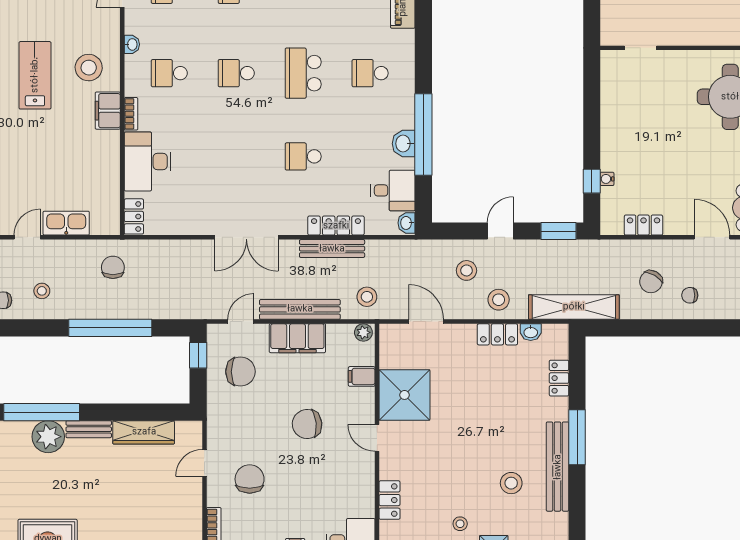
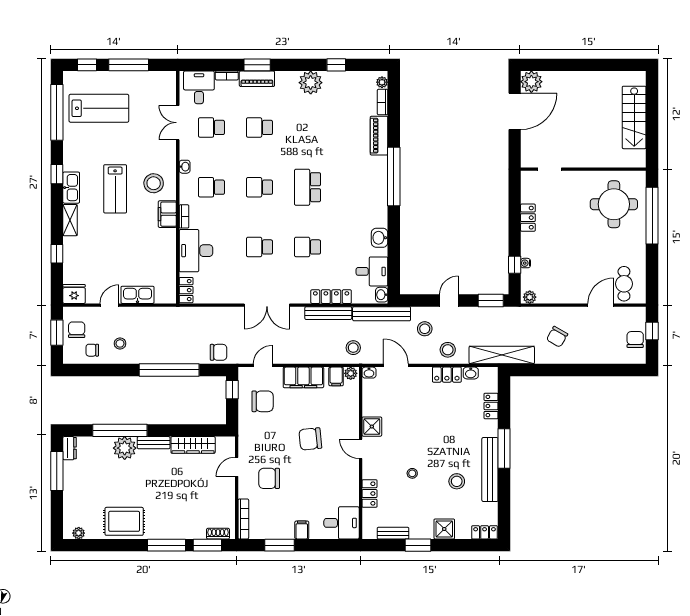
school desk: (370, 73) -> (259, 247), moved
lab bench: (35, 75) -> (115, 189), turned 180
window: (423, 134) -> (394, 177), moved
locker: (643, 225) -> (528, 218), moved, turned 90
plant: (613, 226) -> (530, 297), added
door: (712, 237) -> (601, 305), hinge flipped
chair: (113, 267) -> (219, 352), moved, turned 90
chair: (690, 295) -> (585, 347), removed
bench: (300, 309) -> (382, 314), moved
washbasin: (389, 332) -> (369, 373), added
filing cabinet: (362, 376) -> (336, 376), moved, turned -90
shower: (404, 395) -> (372, 427), width x0.54, depth x0.54
chair: (250, 479) -> (269, 478), turned -90
stool: (460, 524) -> (412, 473), moved

